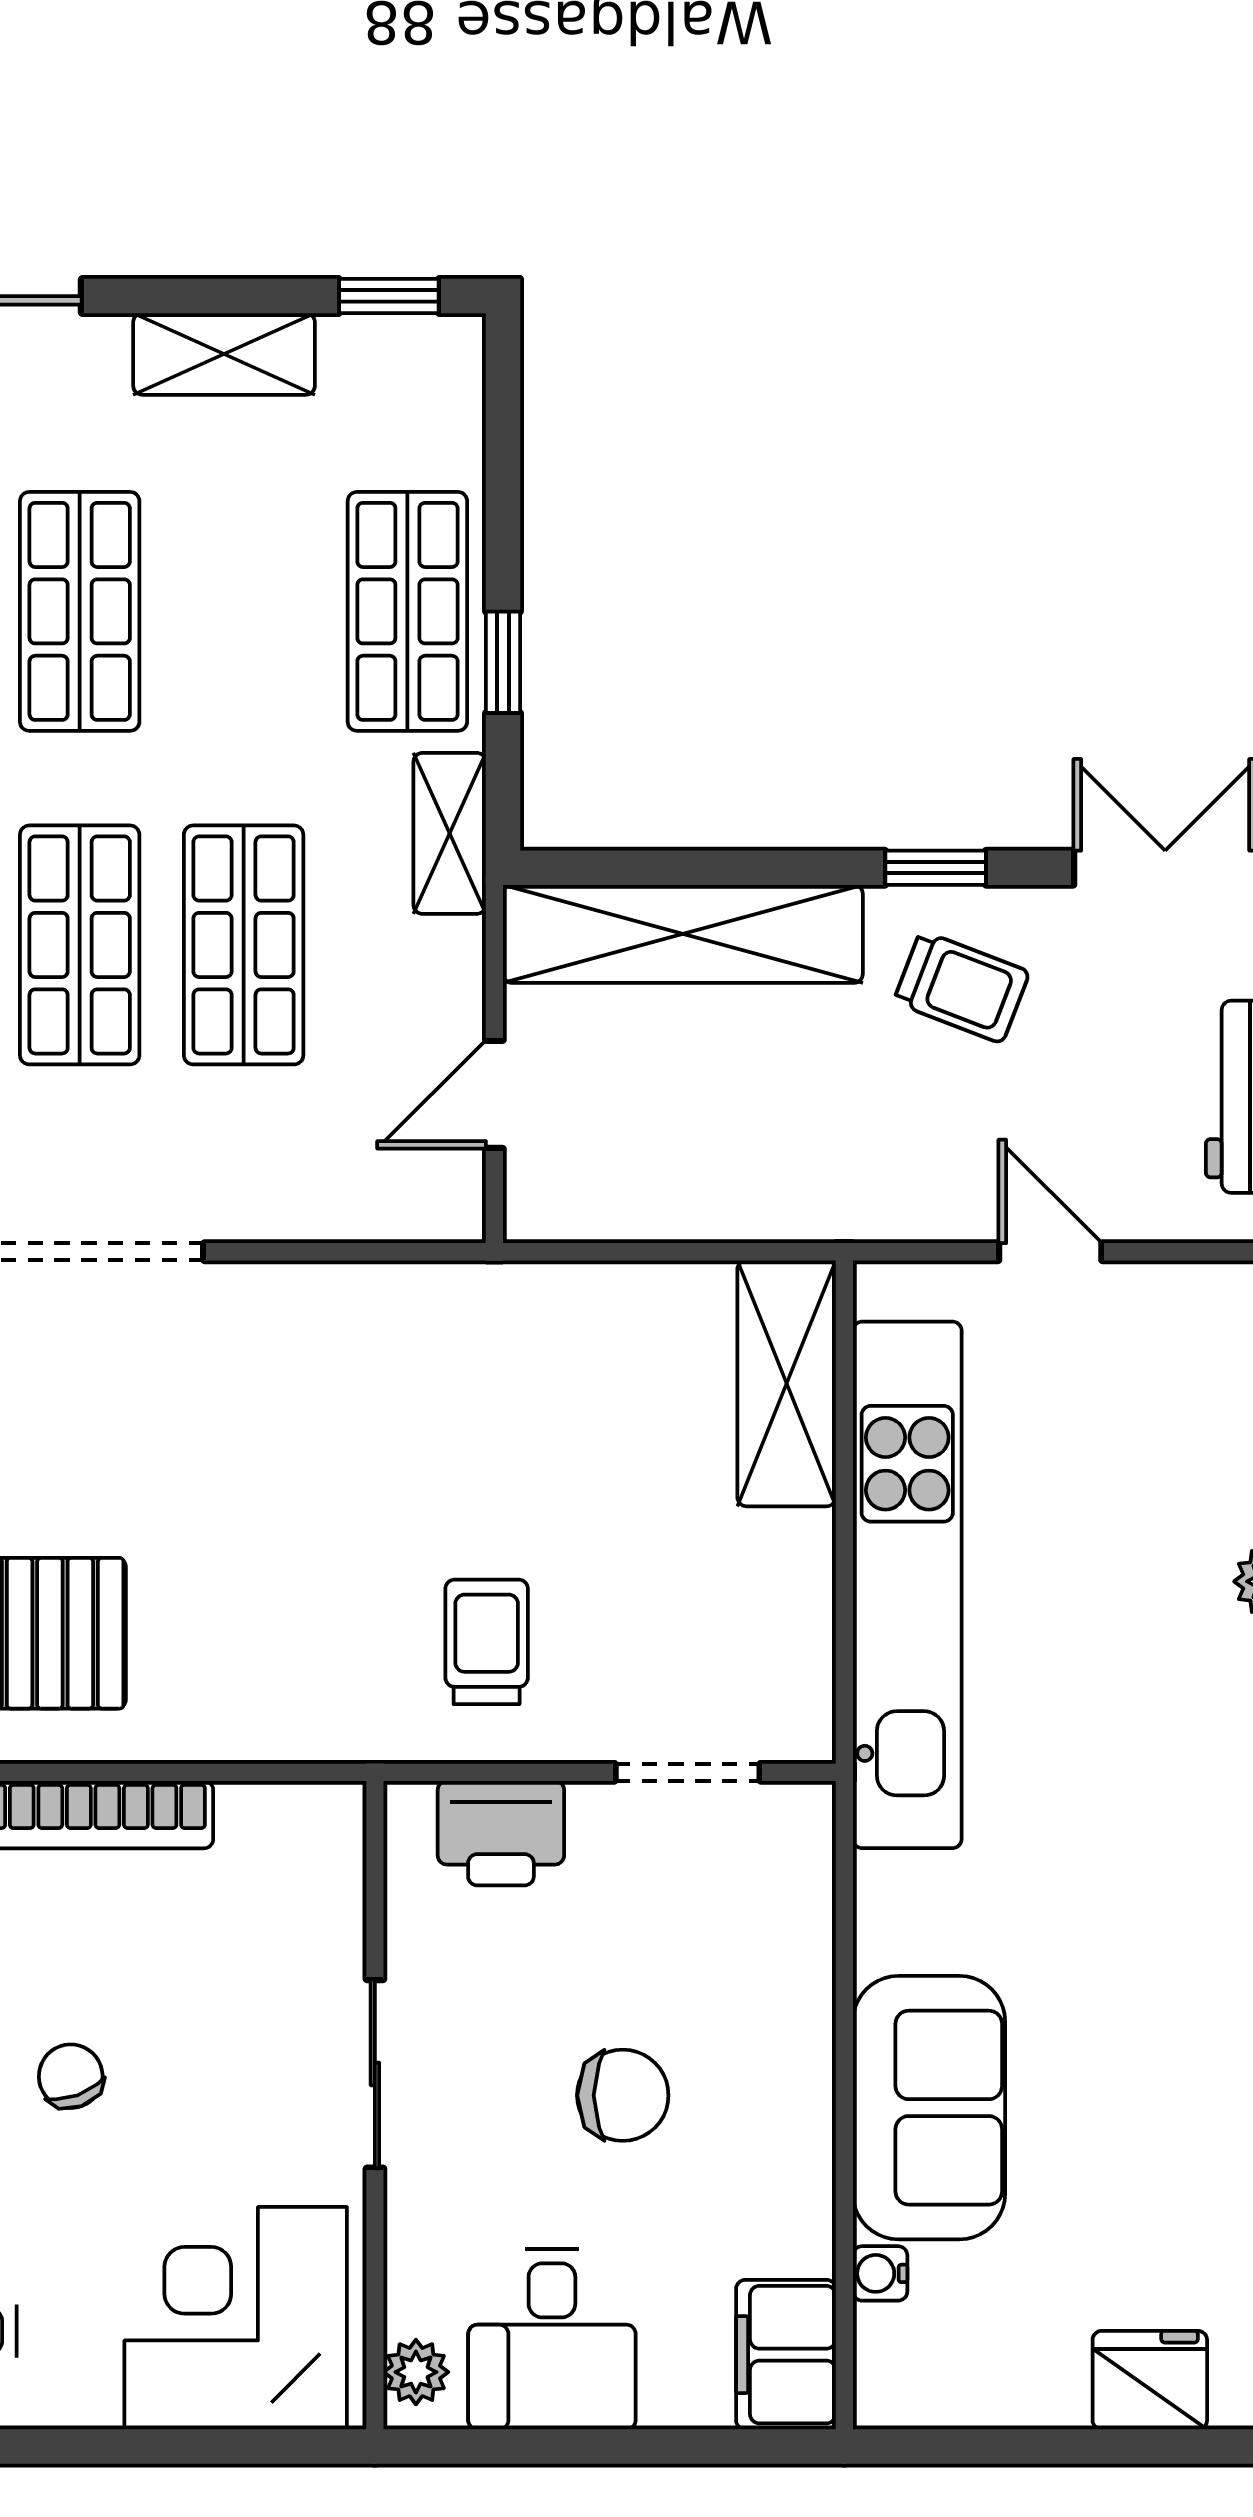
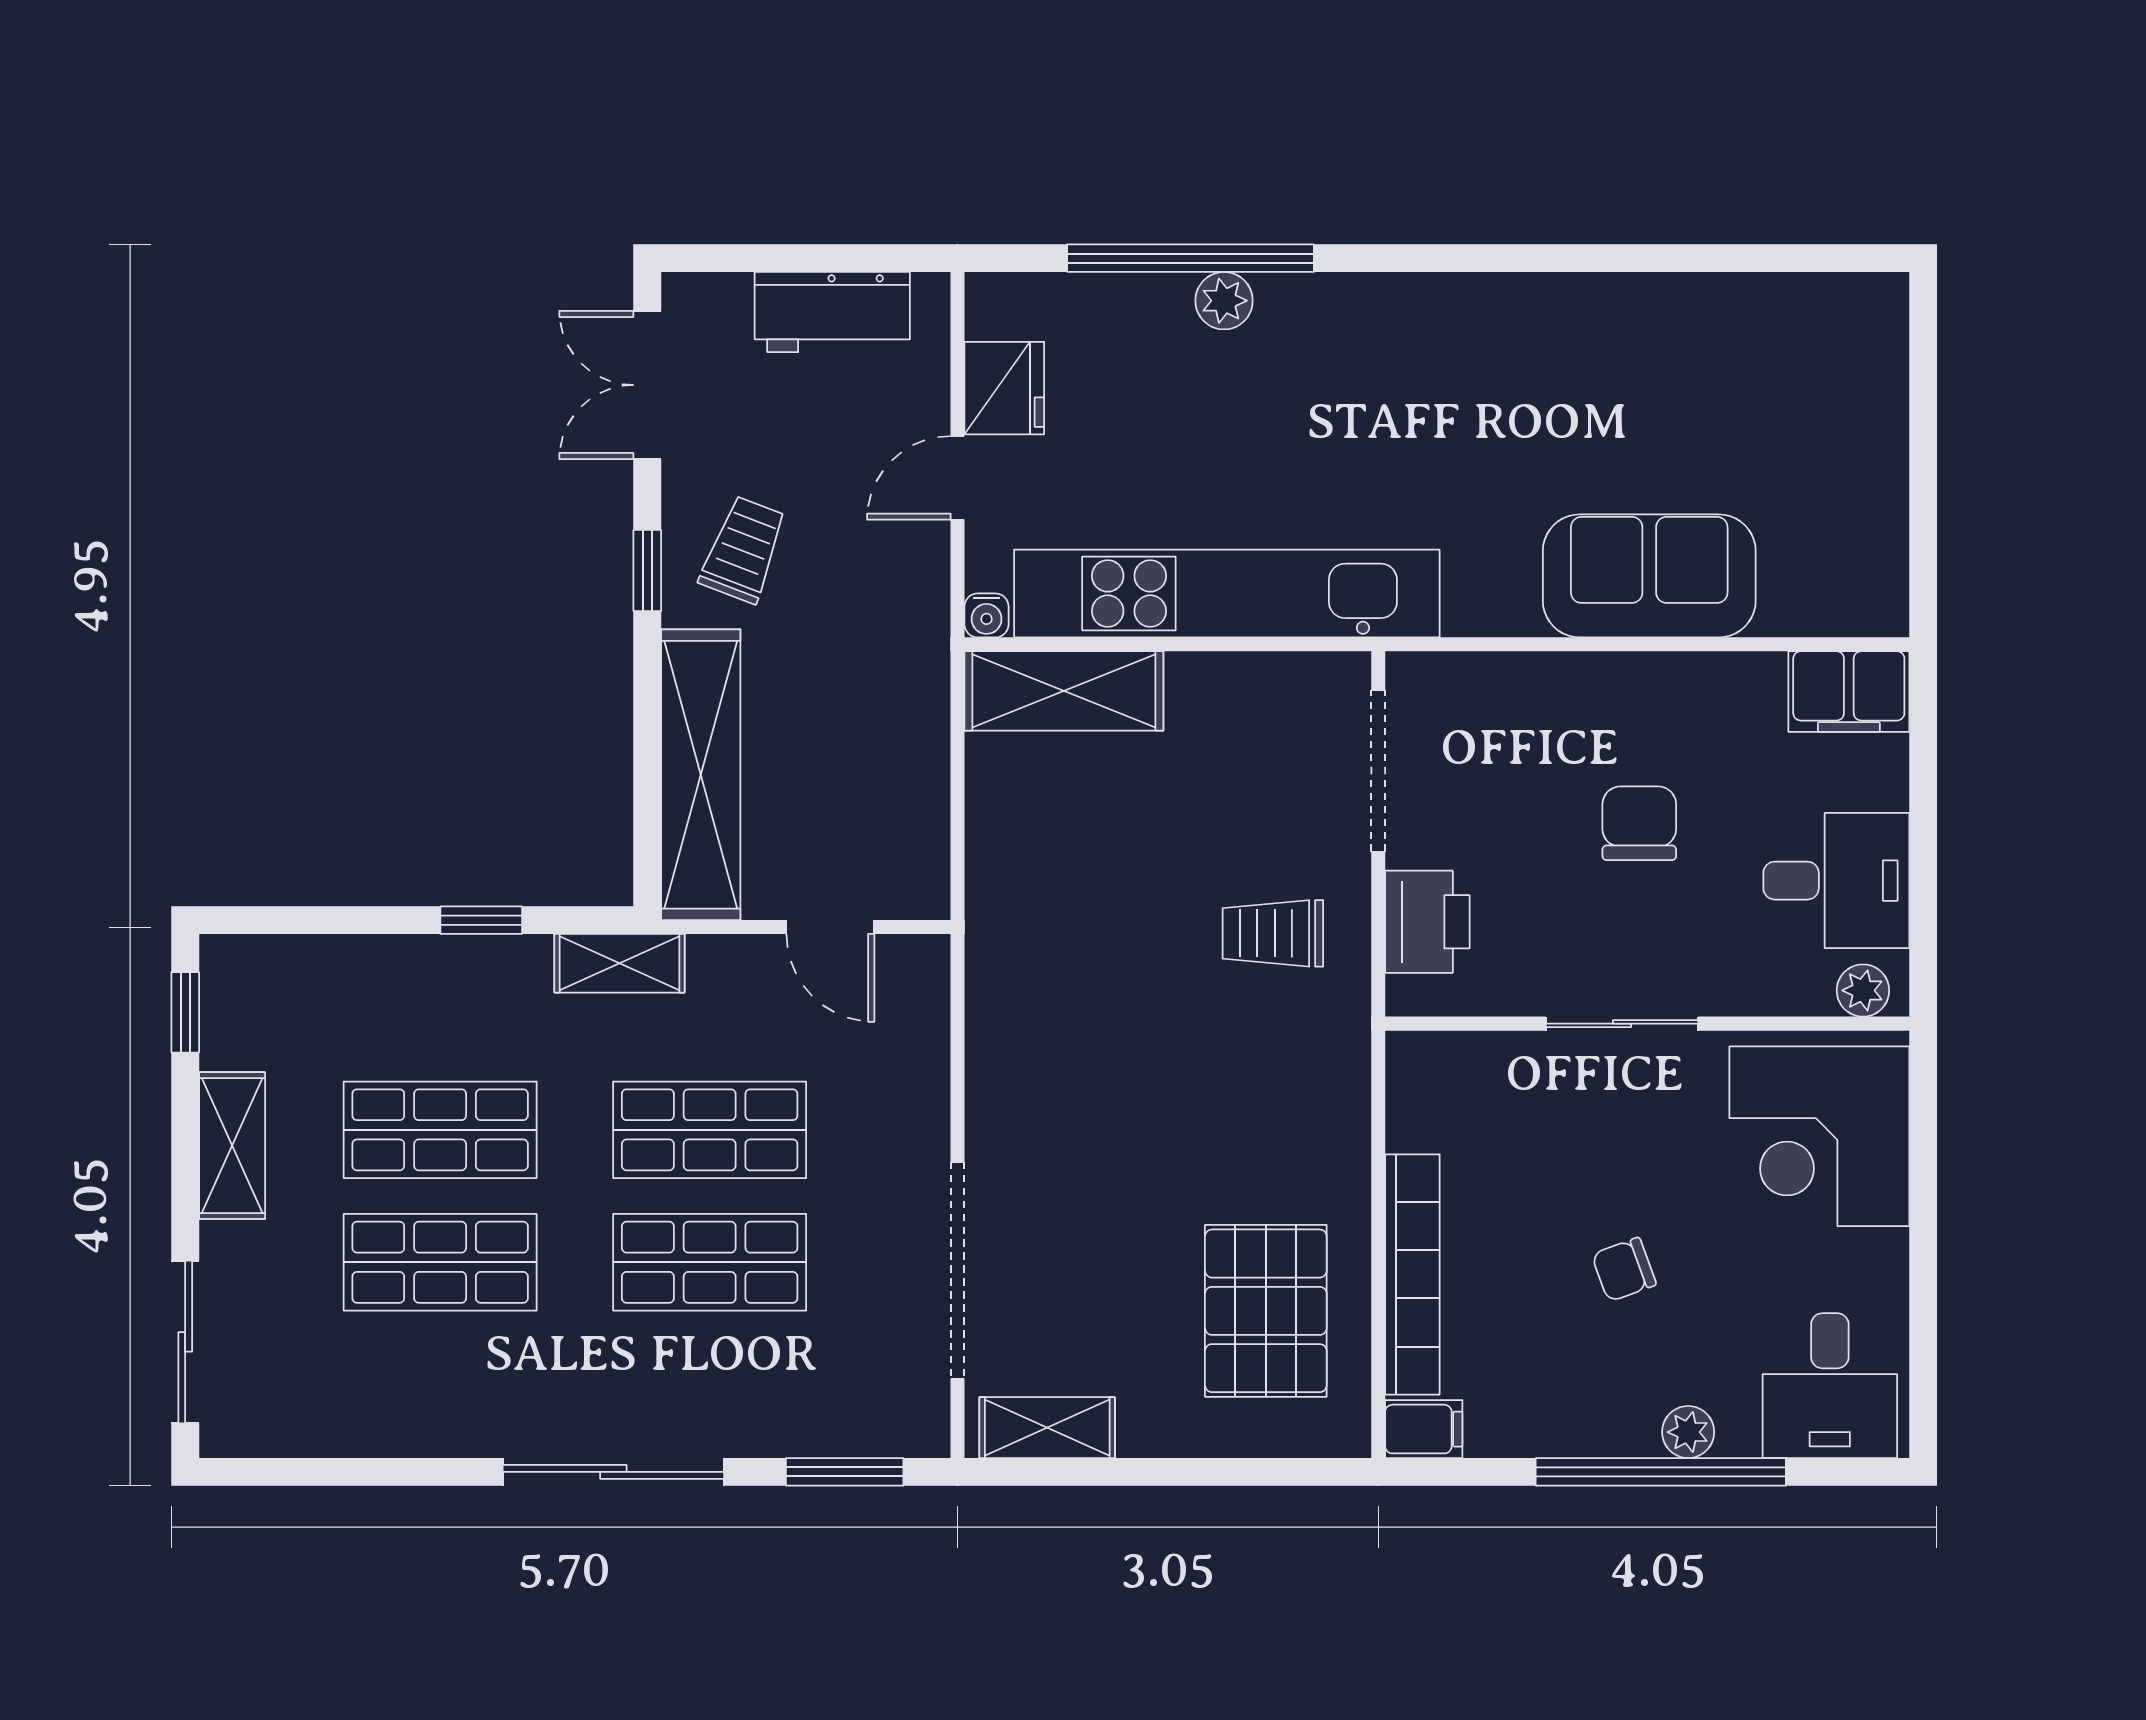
shop shelf: (407, 611) -> (440, 1130), moved
doorway: (688, 1772) -> (1378, 771), width x1.38
water cooler: (880, 2273) -> (987, 615), moved
fridge: (1150, 2380) -> (1004, 388), moved, turned 180

